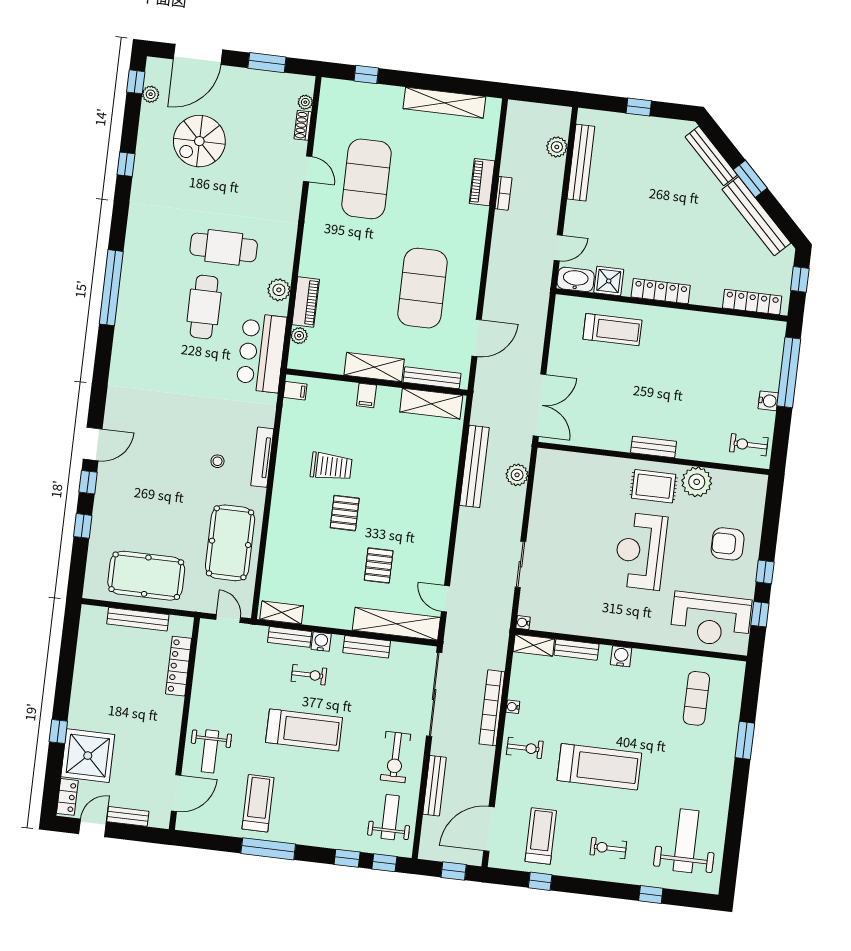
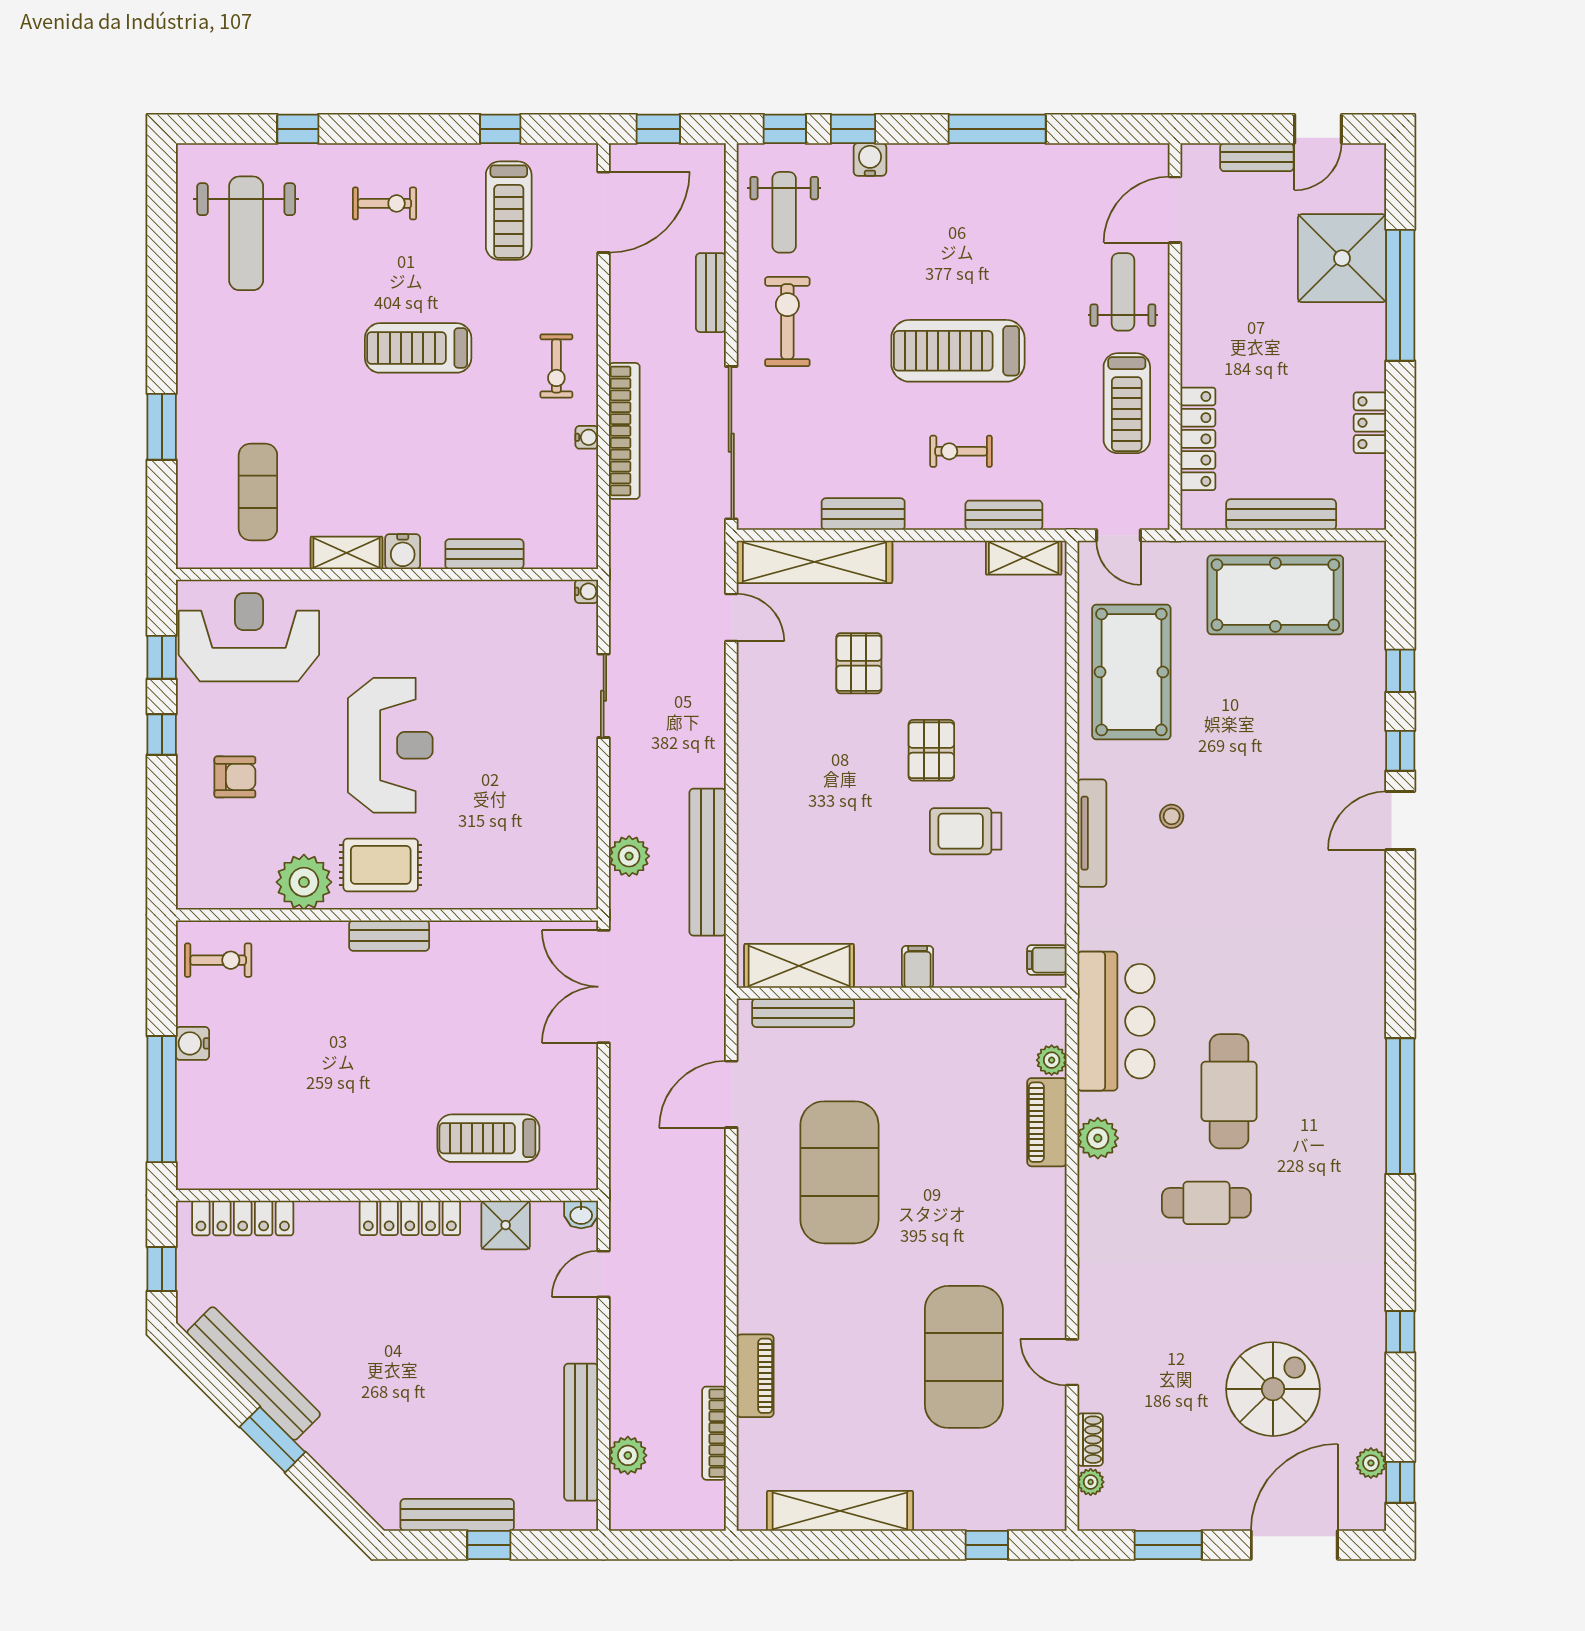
bench: (711, 156) -> (457, 1515), moved, turned -45
bookcase: (503, 193) -> (714, 1433), moved, width x1.56
cafe table: (224, 247) -> (1206, 1203), width x0.73, depth x0.74
washbasin: (576, 279) -> (581, 1215), width x0.52, depth x0.69
shelving: (374, 367) -> (910, 1019), removed
armchair: (728, 544) -> (235, 777), width x0.72, depth x0.72
water cooler: (321, 642) -> (870, 159), moved, turned 180
shelving: (534, 645) -> (346, 553), moved
window: (58, 731) -> (1400, 295), width x3.17
exercise bike: (525, 748) -> (556, 366), turned -90
treadmill: (599, 767) -> (418, 348), width x0.73, depth x0.73
bench: (435, 786) -> (711, 293), width x0.73
locker: (67, 797) -> (1370, 423), moved
treadmill: (258, 803) -> (1127, 403), moved

